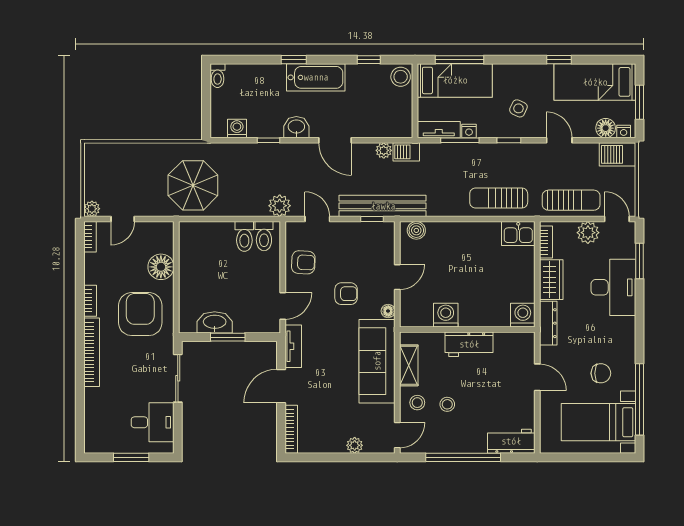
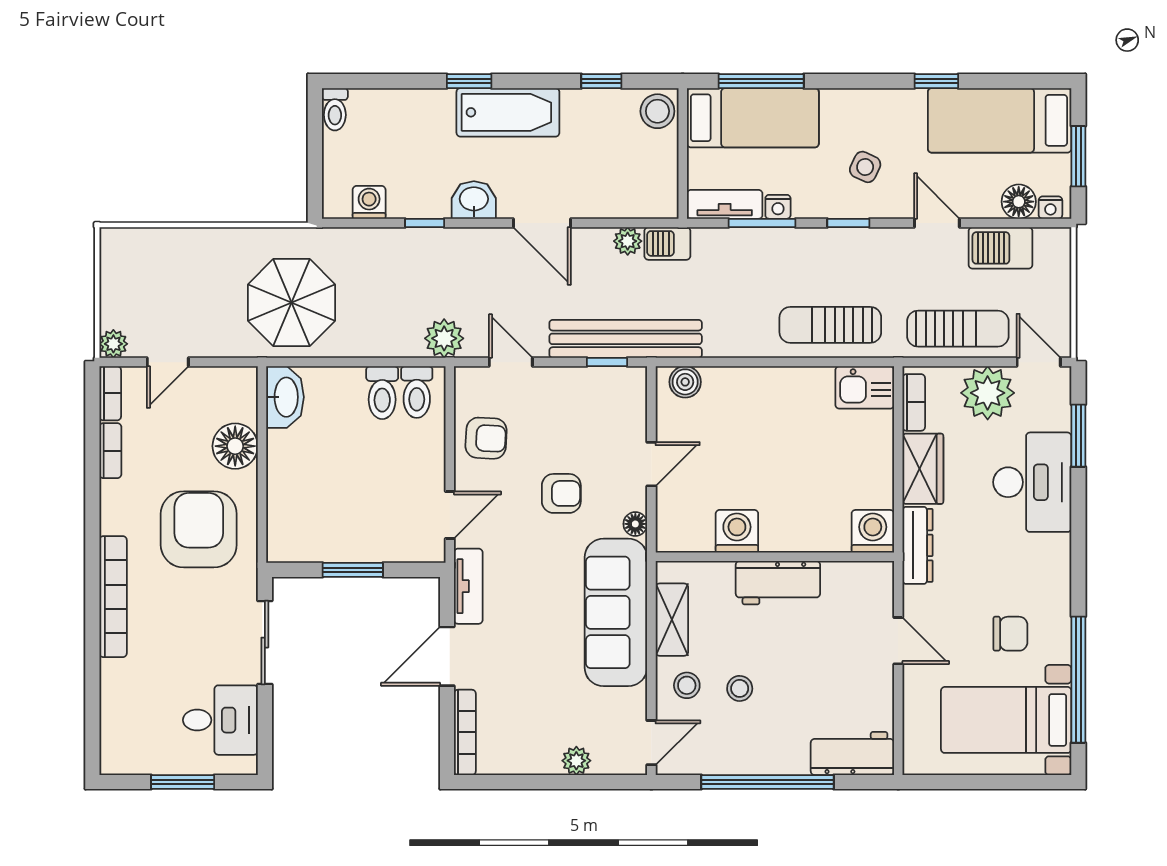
barbecue: (617, 154) -> (1001, 248), moved
plant: (588, 233) -> (988, 393), width x1.36, depth x1.36
bookcase: (90, 301) -> (110, 451), moved
washbasin: (215, 322) -> (285, 397), moved, turned 90

